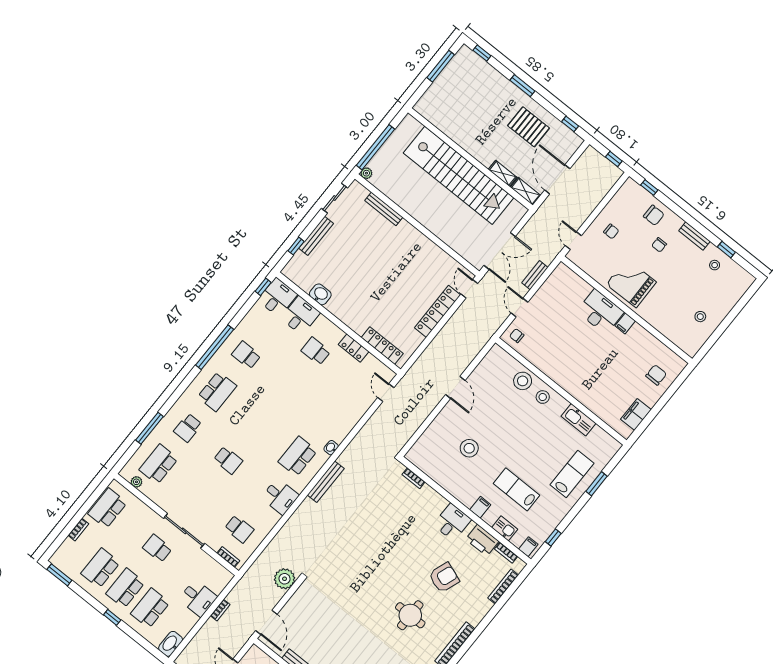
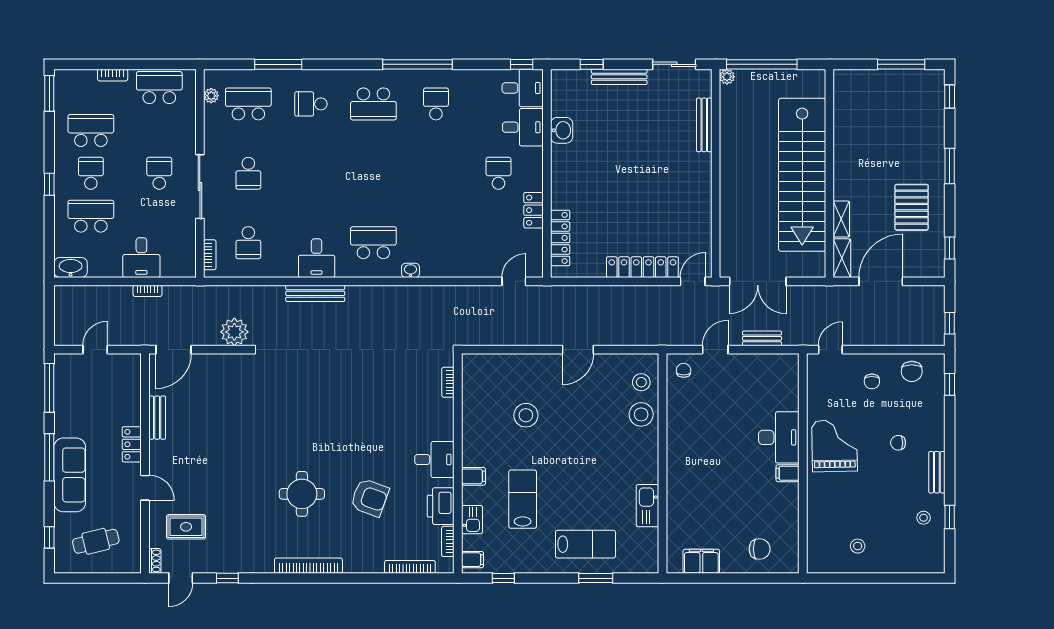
chair: (654, 215) -> (912, 371), moved
stool: (543, 397) -> (641, 382), moved
school desk: (228, 460) -> (248, 173), moved
bench: (326, 482) -> (315, 293), moved
school desk: (125, 588) -> (91, 173), width x0.54

